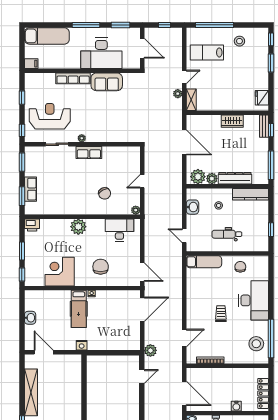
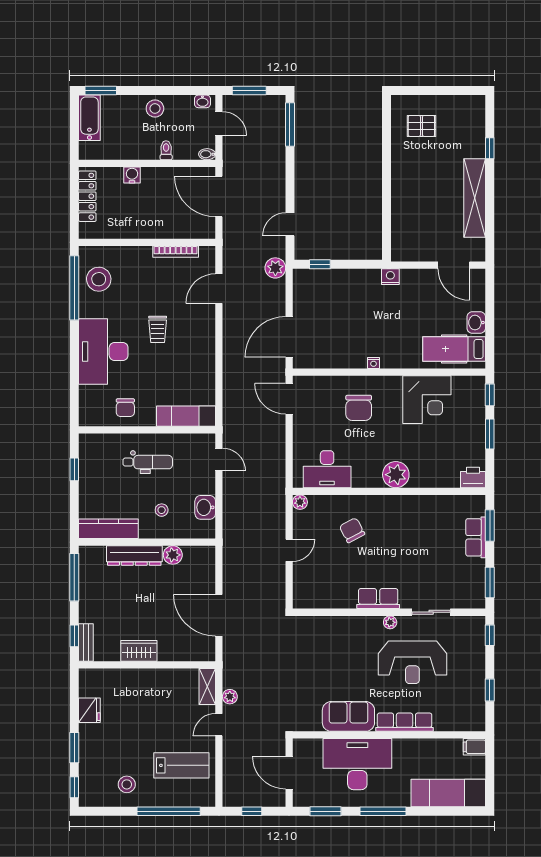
fridge: (262, 98) -> (89, 710), moved
reception desk: (50, 116) -> (412, 662), moved
plant: (198, 177) -> (196, 558), removed
hospital bed: (79, 309) -> (454, 349), moved, turned -90
window: (124, 353) -> (320, 264), added

